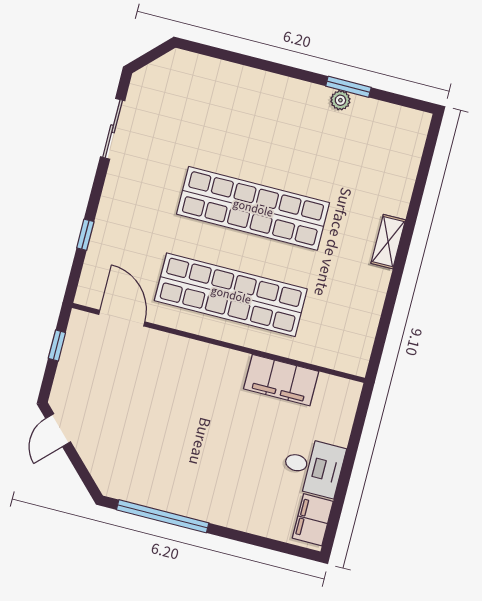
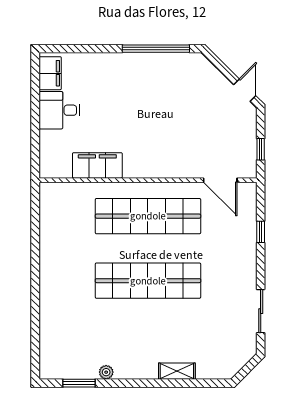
window: (348, 87) -> (79, 383), moved
shelving: (388, 242) -> (177, 371), moved, turned 90

